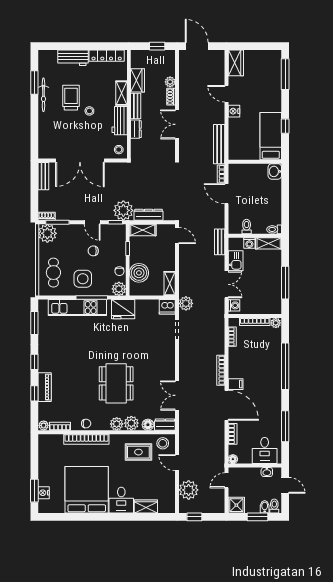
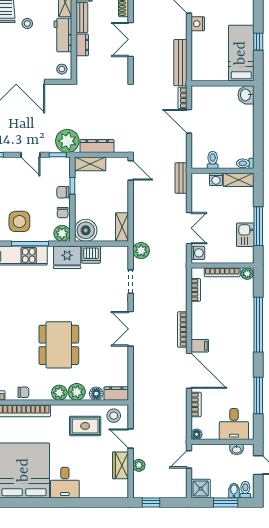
chair: (93, 251) -> (63, 192), moved
kitchen sink: (236, 261) -> (245, 235), moved, turned 180
boiler: (139, 273) -> (86, 230), moved
dishwasher: (167, 307) -> (91, 255), moved
double door: (177, 395) -> (131, 329), moved
plant: (189, 490) -> (139, 465), width x0.53, depth x0.53
wardrobe: (146, 506) -> (121, 465), moved, turned -90

